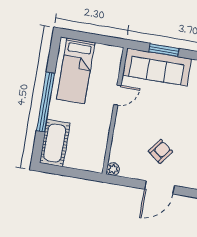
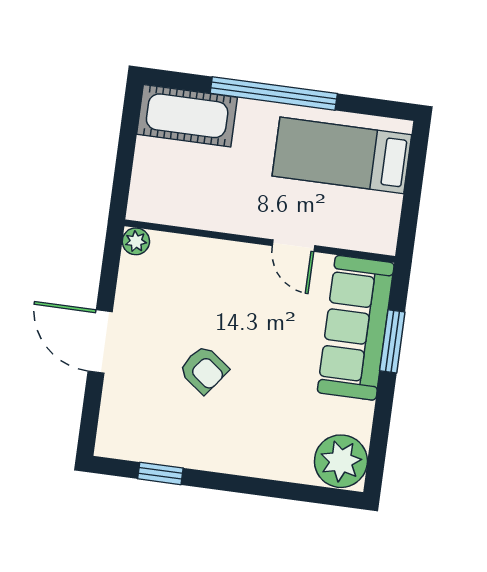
armchair: (160, 151) -> (204, 370), moved

